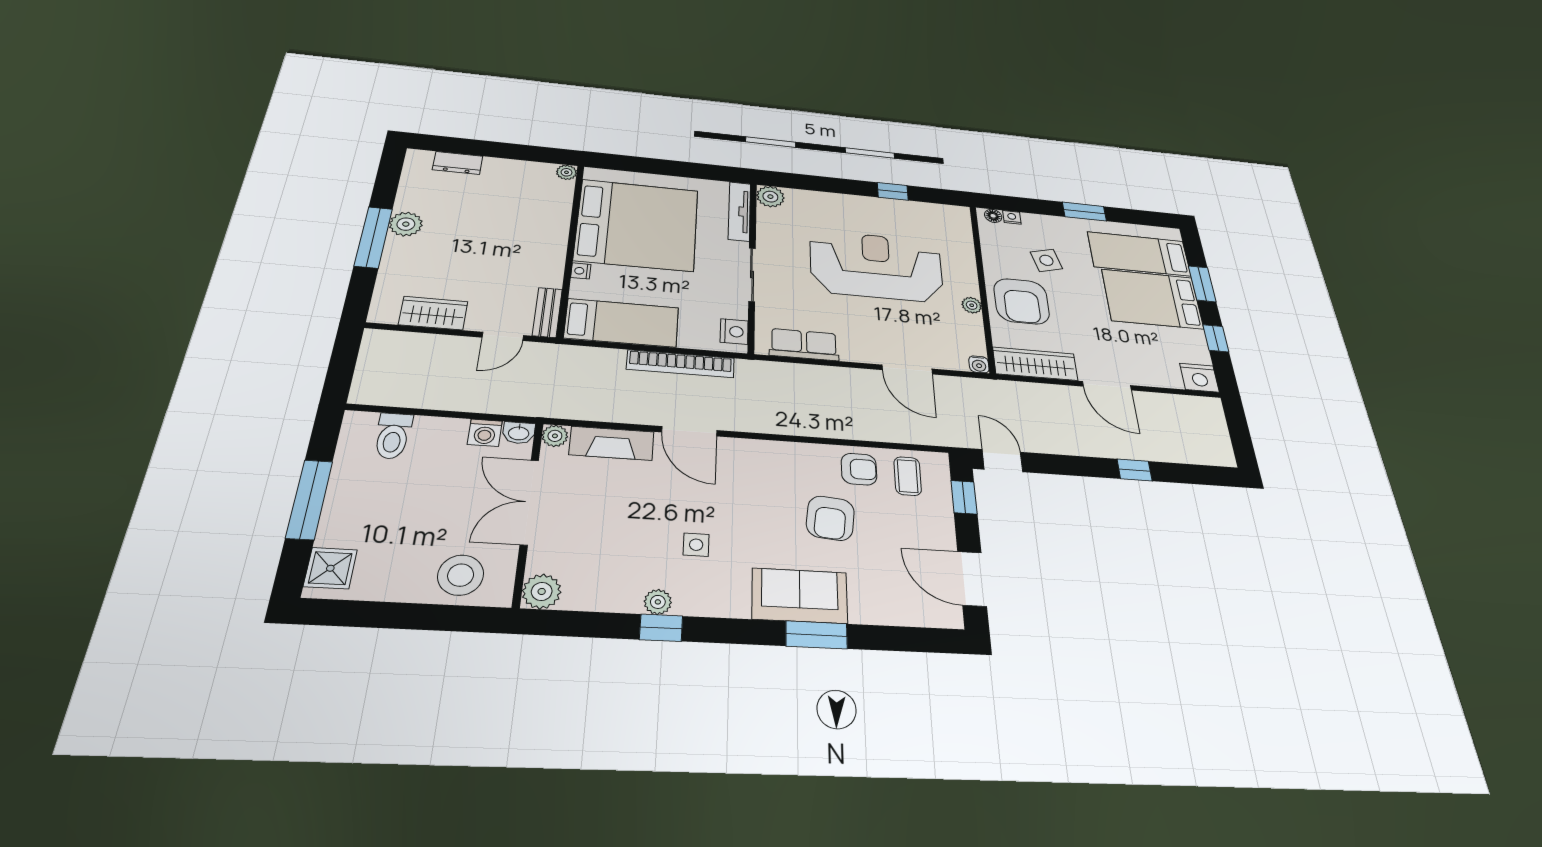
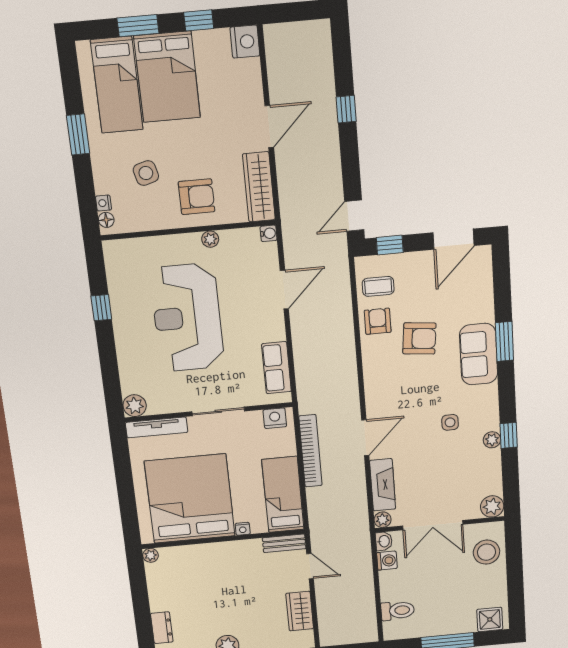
armchair: (1022, 301) -> (197, 197), width x0.73, depth x0.73

